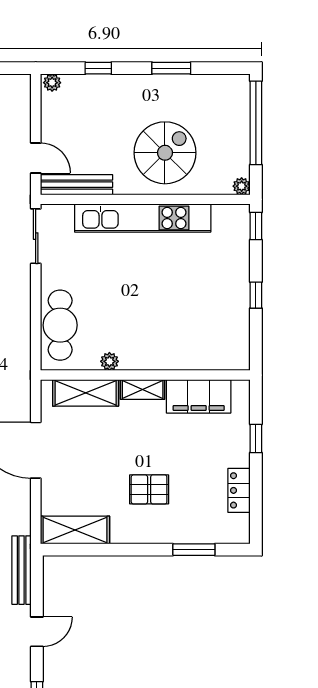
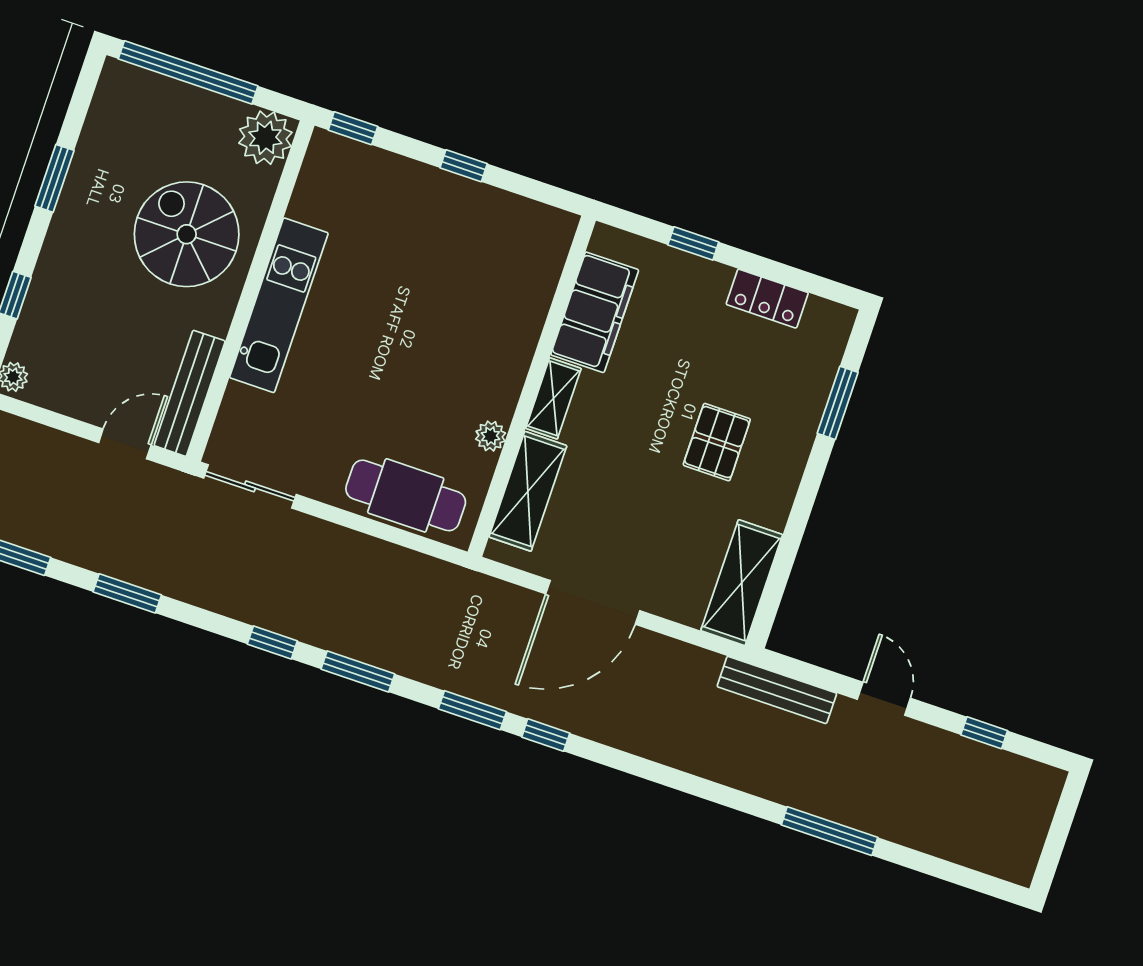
plant: (242, 186) -> (265, 138), width x1.88, depth x1.88
kitchen unit: (143, 218) -> (279, 305), width x0.73

